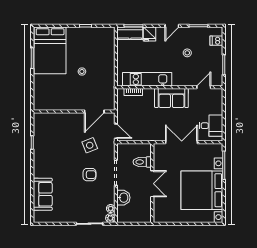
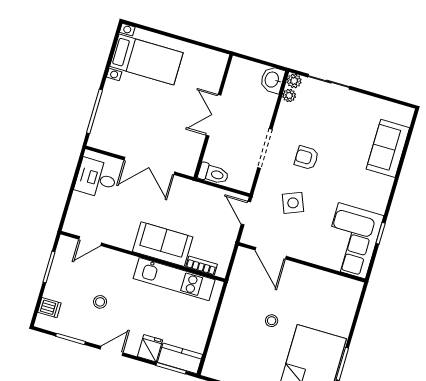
sofa: (171, 98) -> (163, 244), moved
door: (94, 111) -> (271, 253), swing flipped
corner sofa: (48, 133) -> (352, 241), added
toilet: (142, 162) -> (213, 174), moved
bed with nightstands: (202, 190) -> (146, 60), width x0.54
washbasin: (123, 198) -> (272, 80), moved

